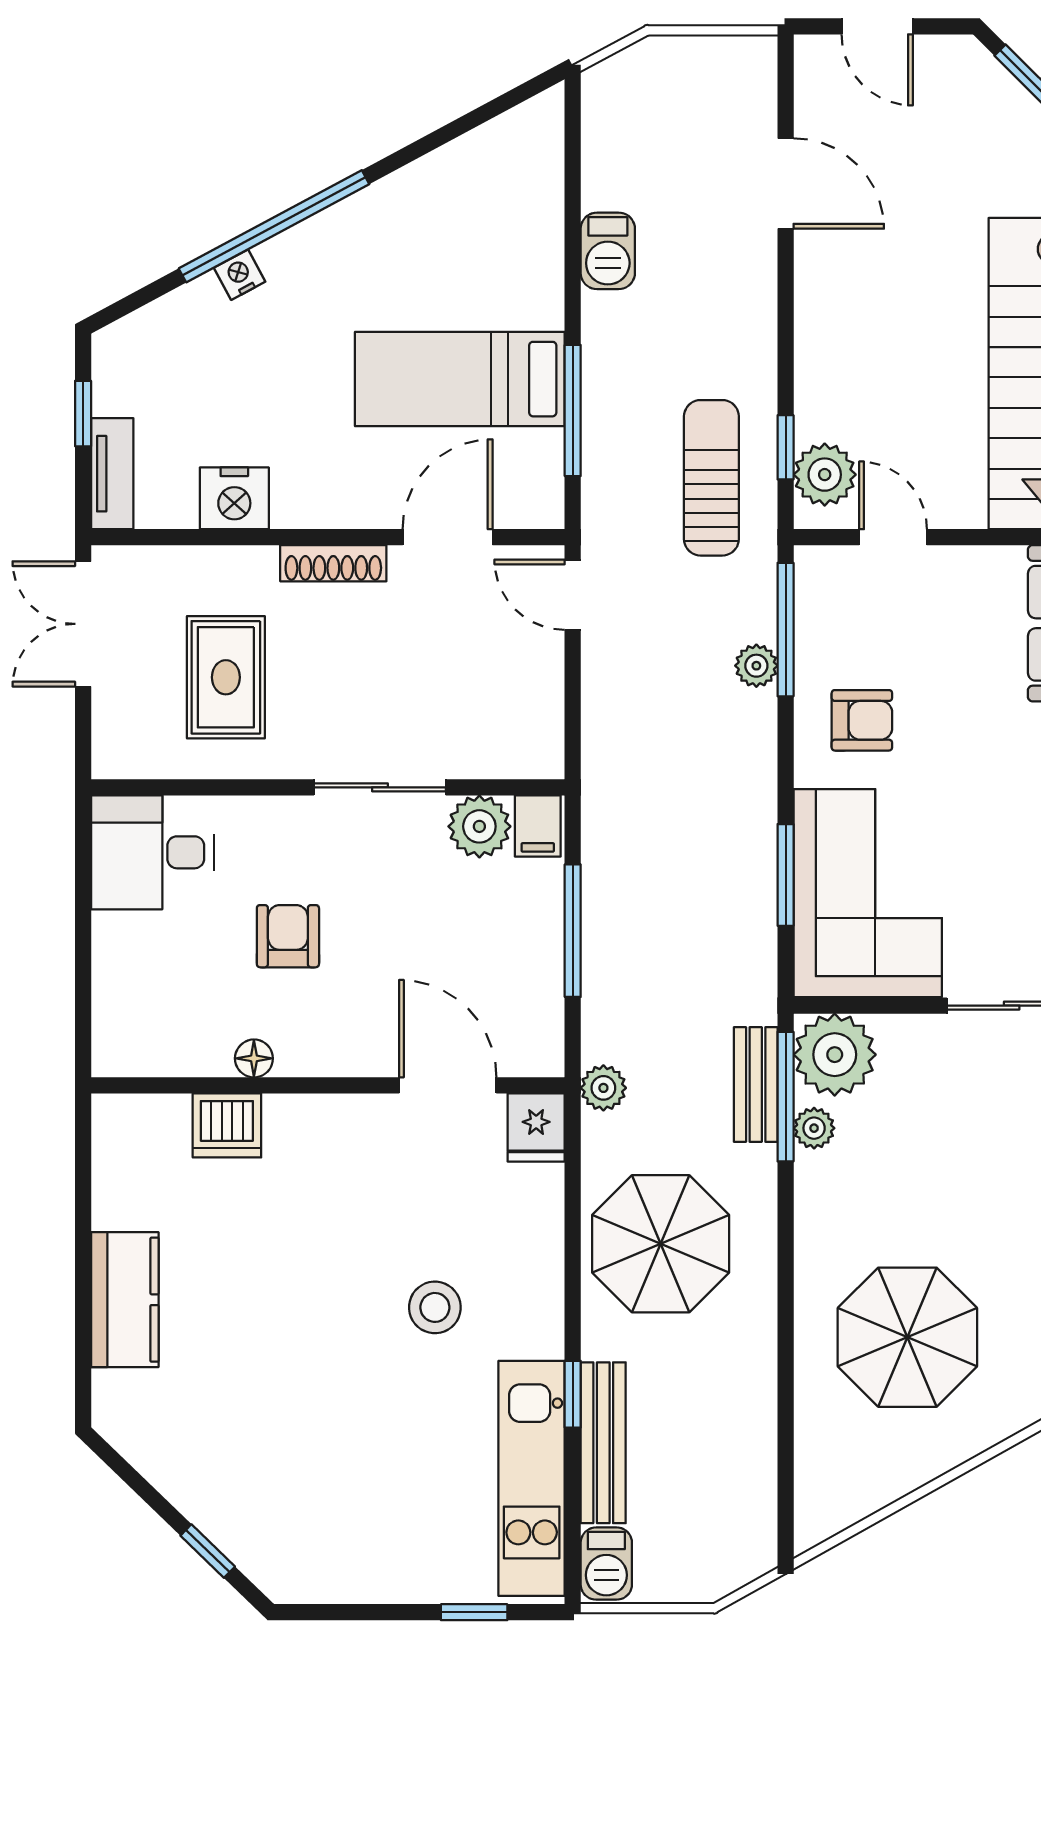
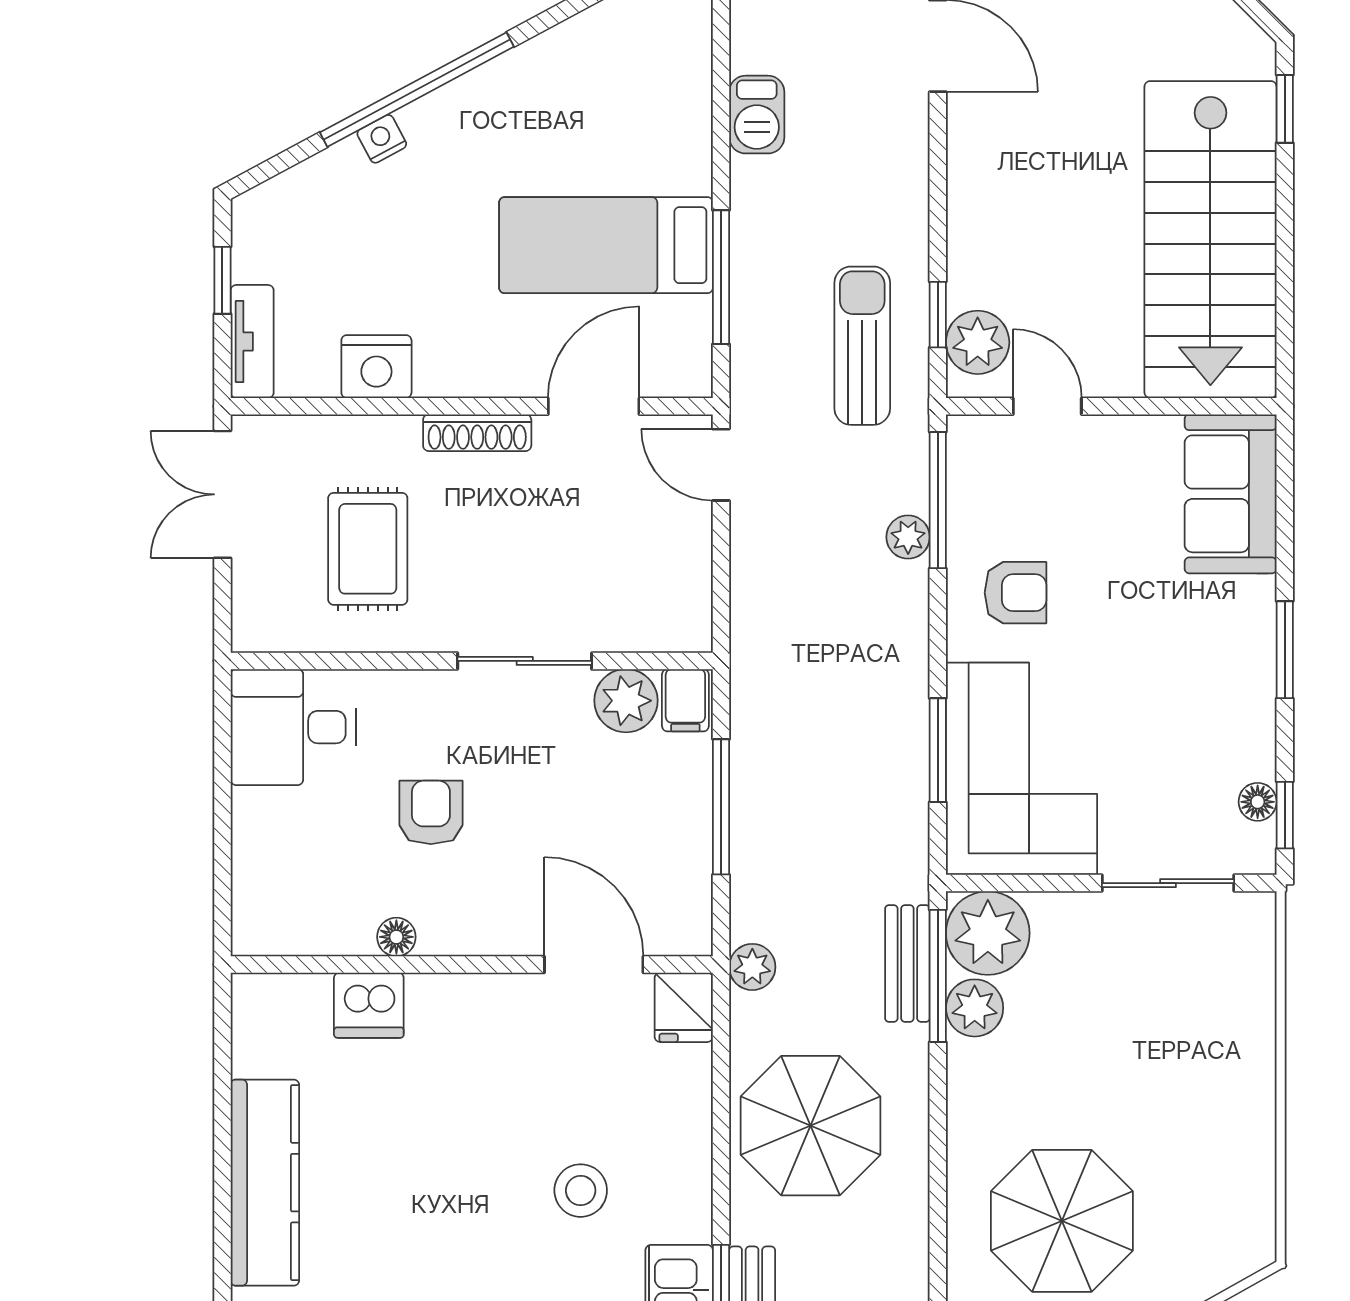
plant: (814, 1128) -> (975, 1008), width x1.38, depth x1.38
kitchen counter: (125, 1300) -> (265, 1183), width x1.50

